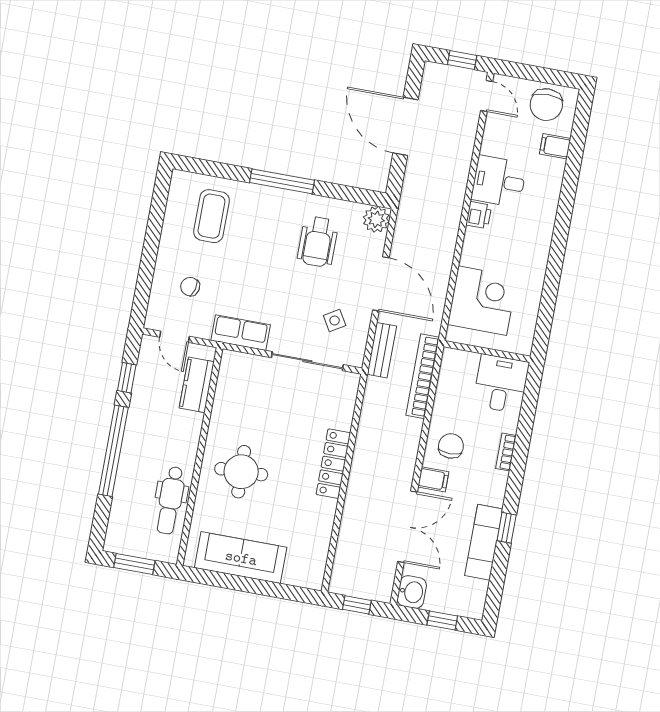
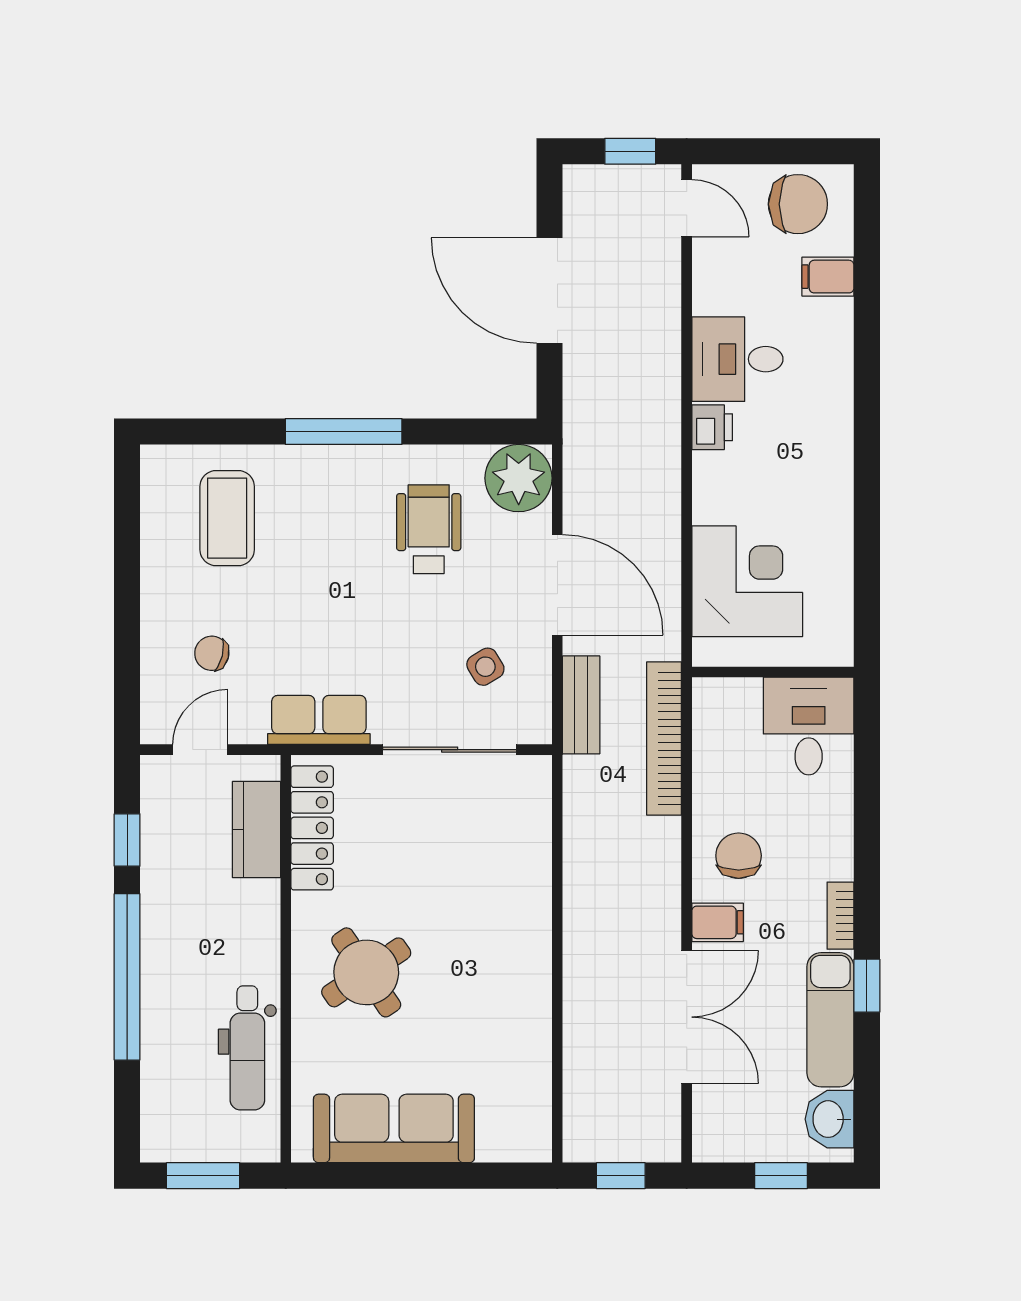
chair: (546, 105) -> (798, 204), turned -90
plant: (376, 219) -> (519, 478), width x1.36, depth x1.36
wheelchair: (318, 242) -> (429, 529), turned 180
door: (174, 337) -> (200, 750), swing flipped
bookcase: (506, 452) -> (840, 916), moved
locker: (333, 464) -> (312, 828), moved, turned 180
round table: (241, 472) -> (366, 972), turned -32
washbasin: (412, 592) -> (830, 1119), moved, turned 180

